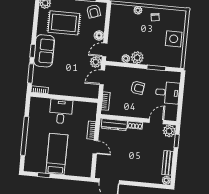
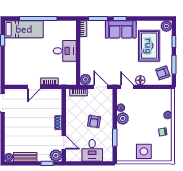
plant: (96, 62) -> (85, 79), moved
dresser: (114, 125) -> (57, 103), removed
bed: (57, 154) -> (24, 29), moved

